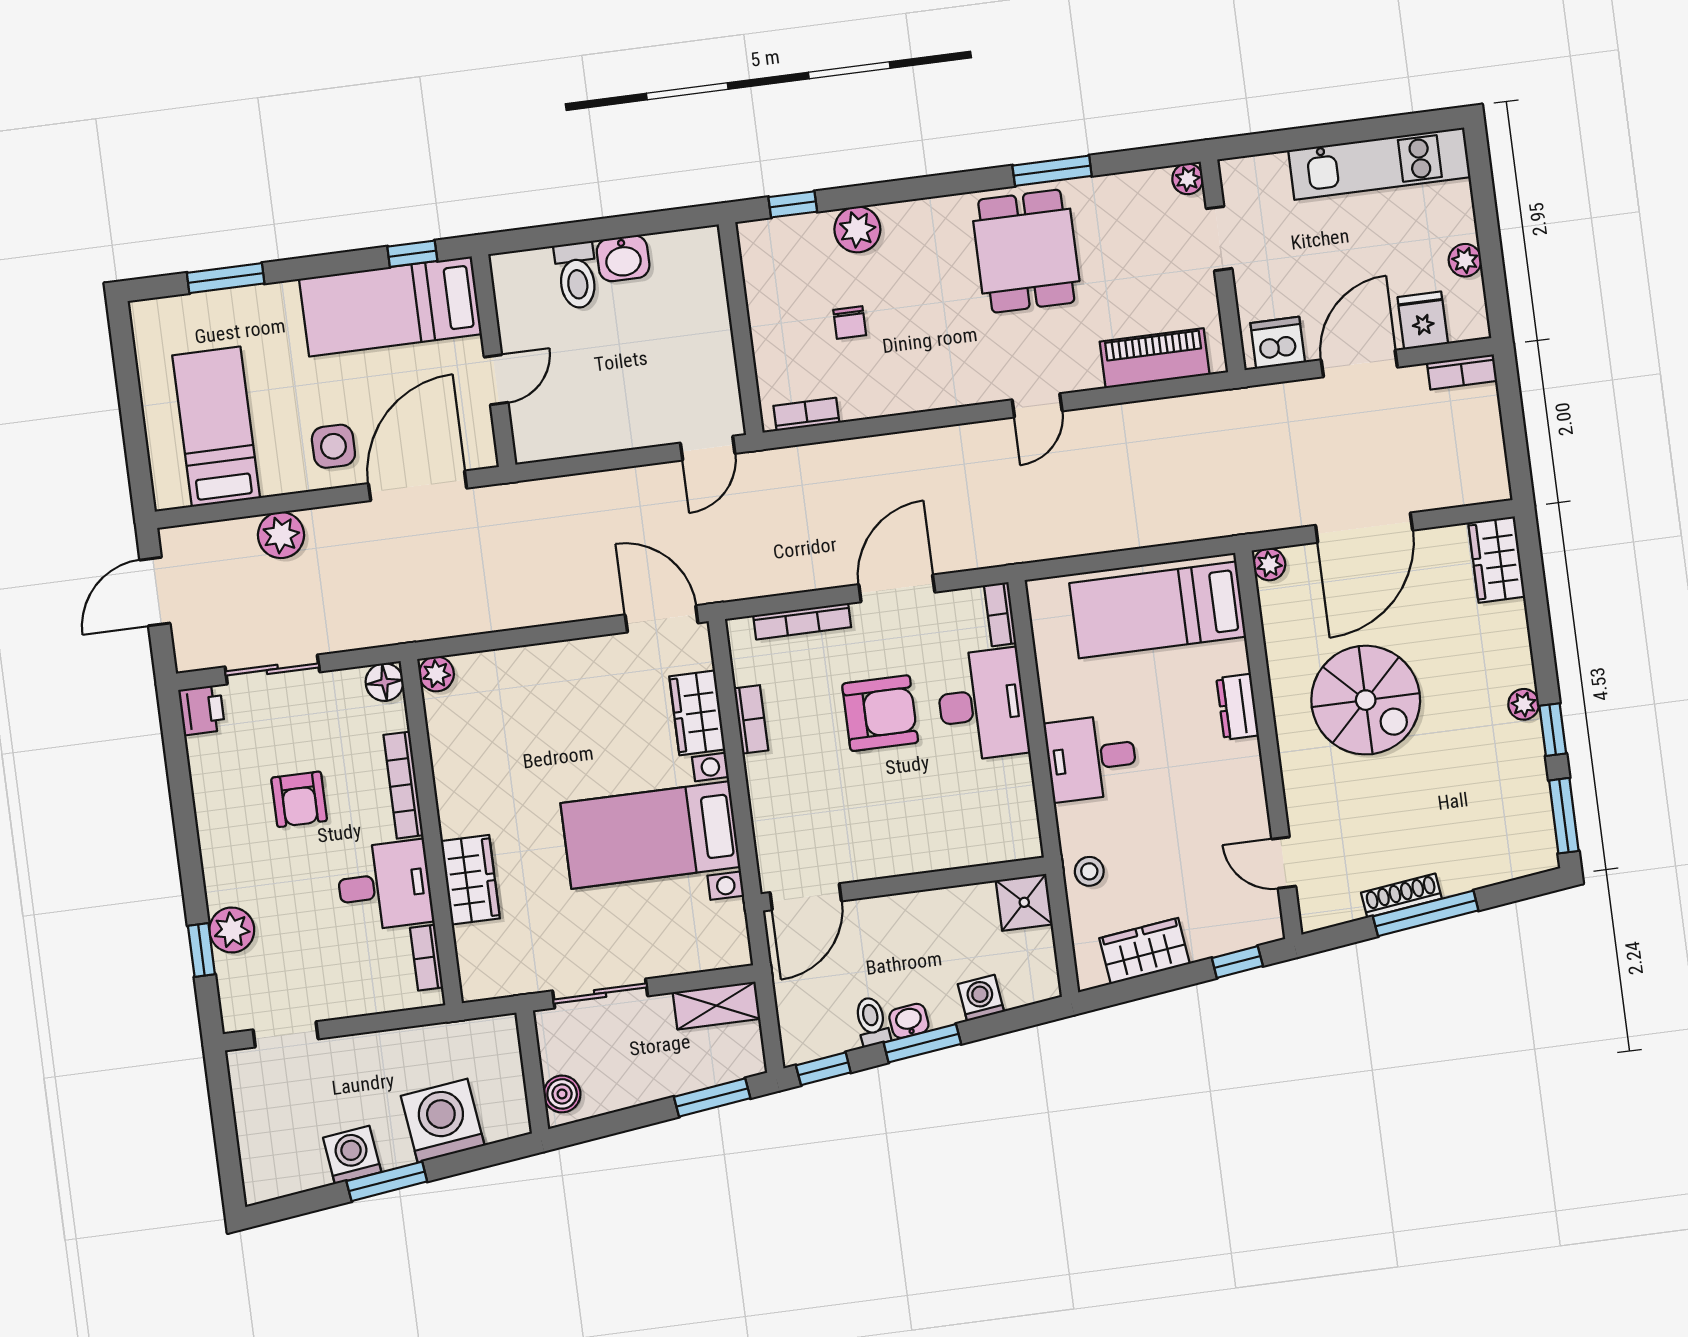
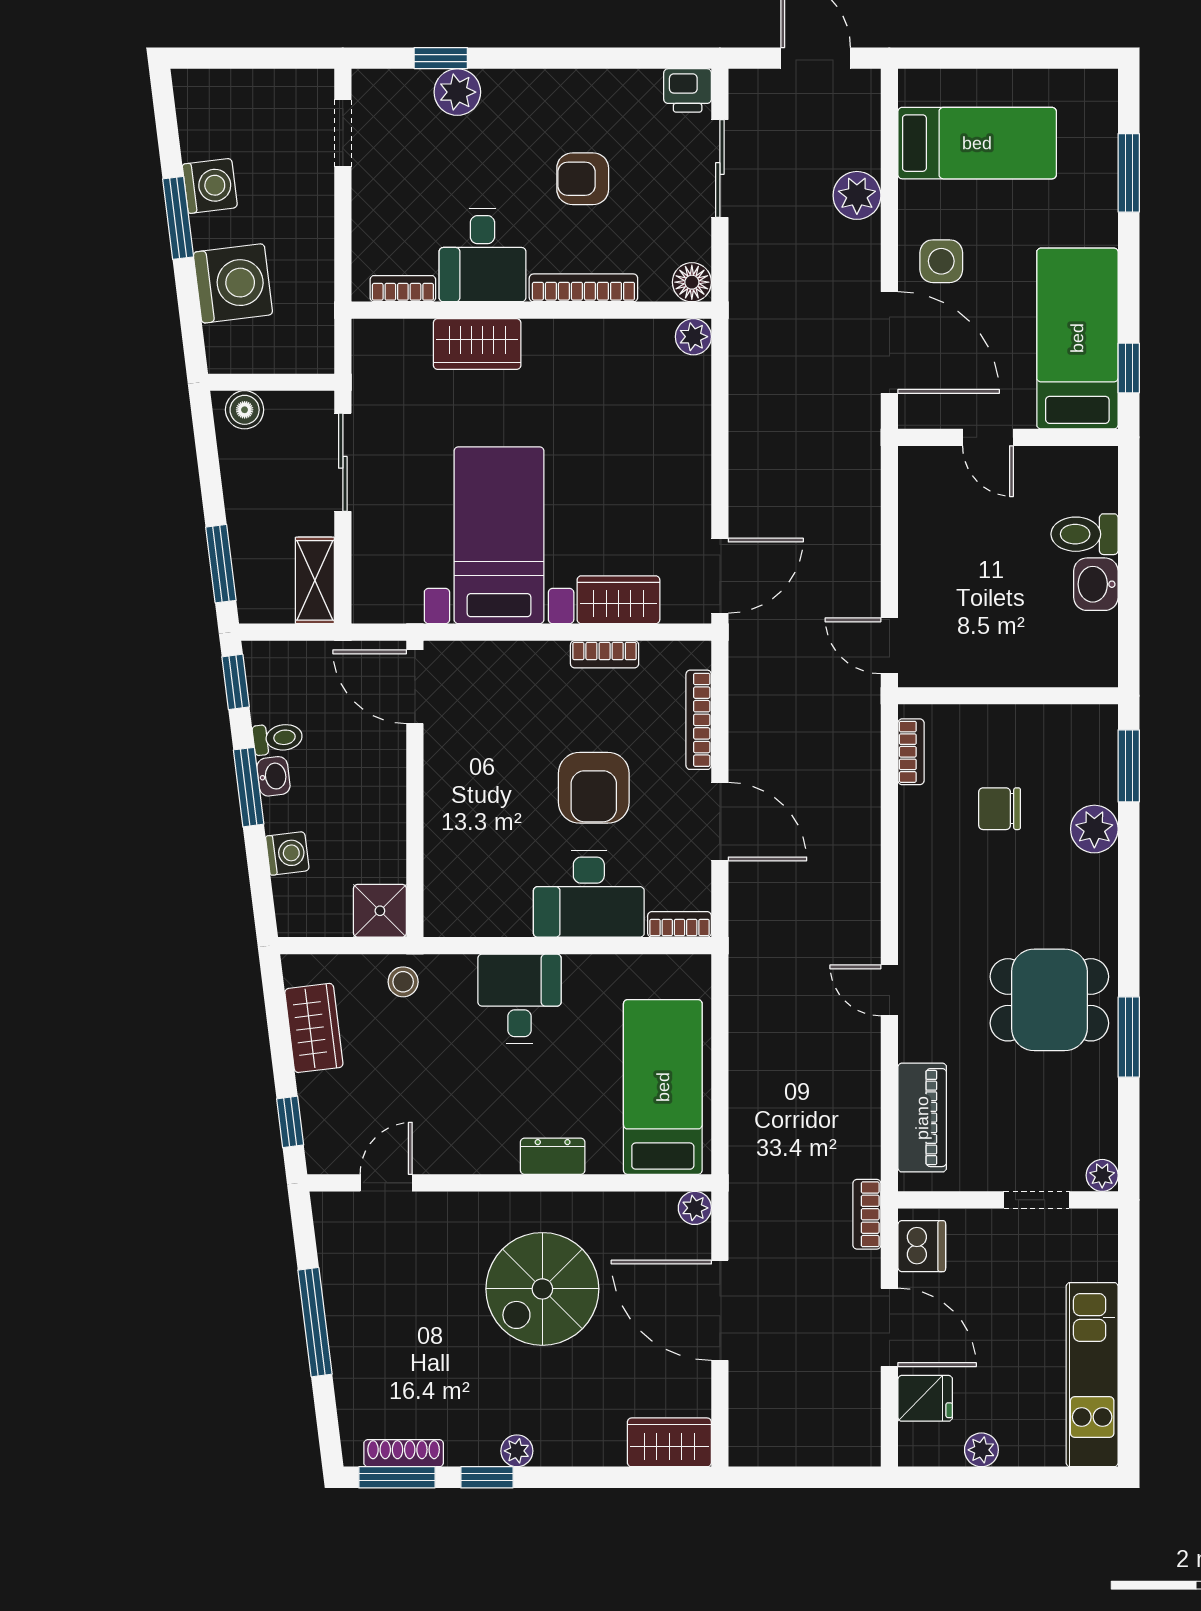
window: (793, 204) -> (1129, 766), width x1.50
chair: (850, 323) -> (1000, 809), width x1.37, depth x1.37
bookcase: (1462, 372) -> (867, 1214), moved
shoe rack: (1401, 896) -> (404, 1453), moved, turned -83

